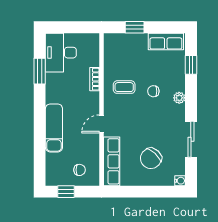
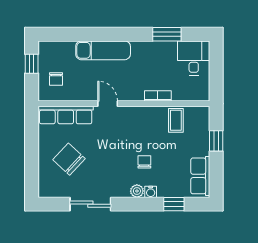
desk: (61, 53) -> (194, 58), width x0.73
coffee table: (124, 87) -> (176, 120), moved
water cooler: (180, 181) -> (151, 192), moved

